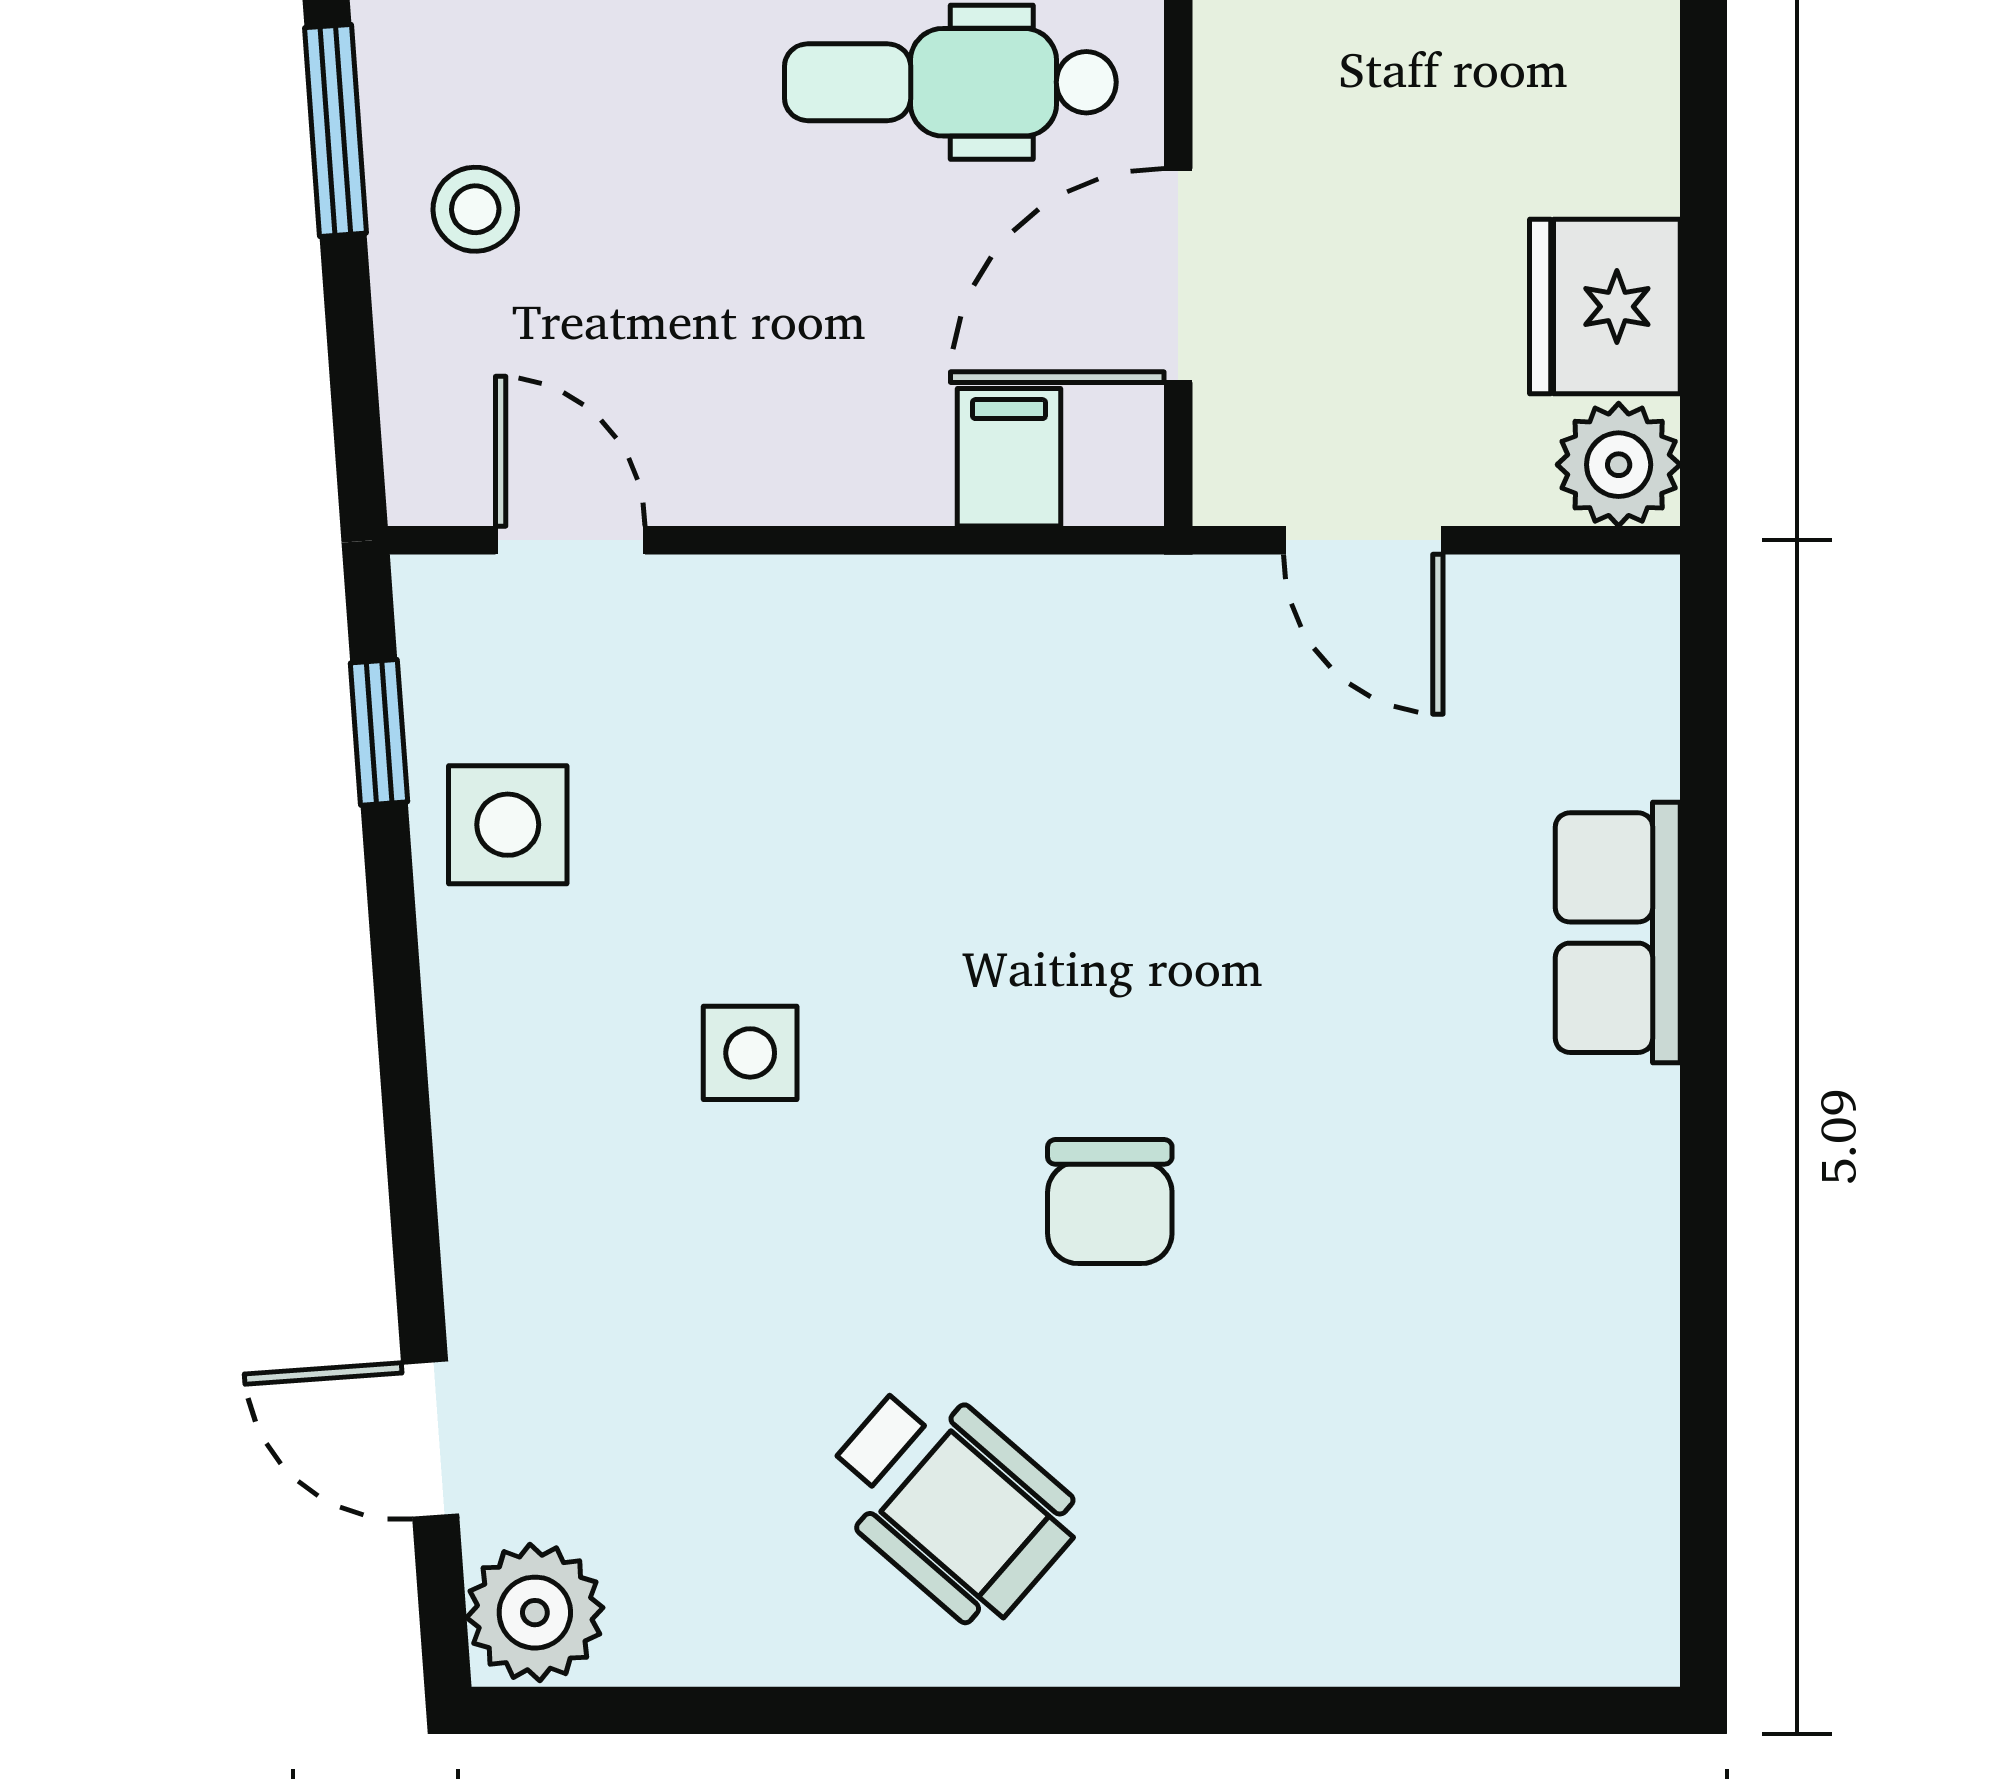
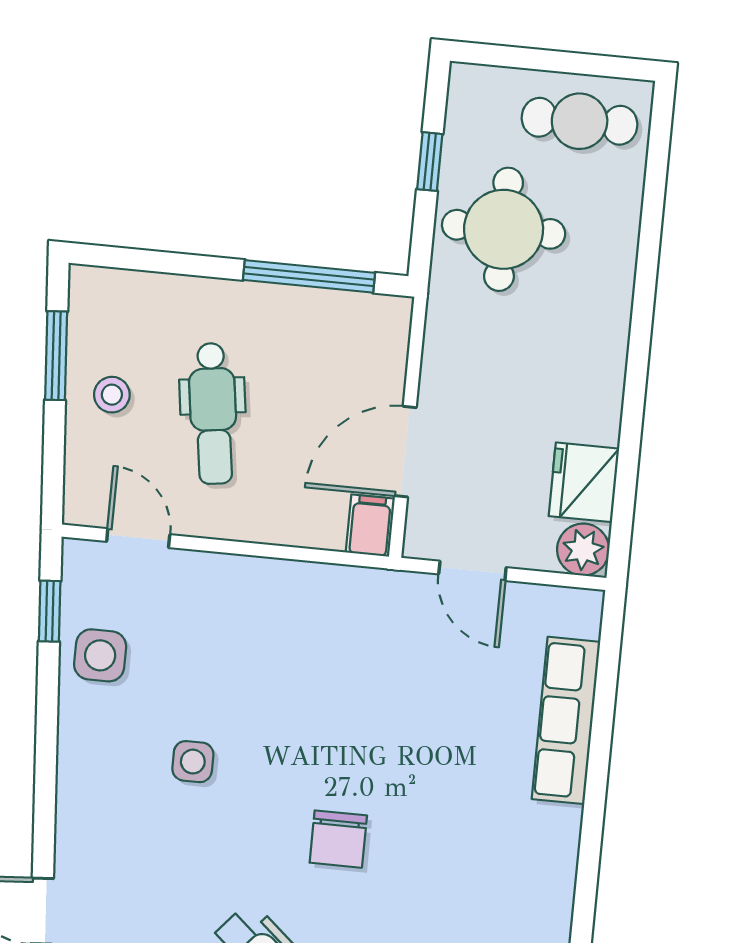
dental chair: (950, 82) -> (213, 413), moved, turned -98
filing cabinet: (1009, 457) -> (370, 526), moved
row of seats: (1618, 933) -> (566, 720), width x1.48

